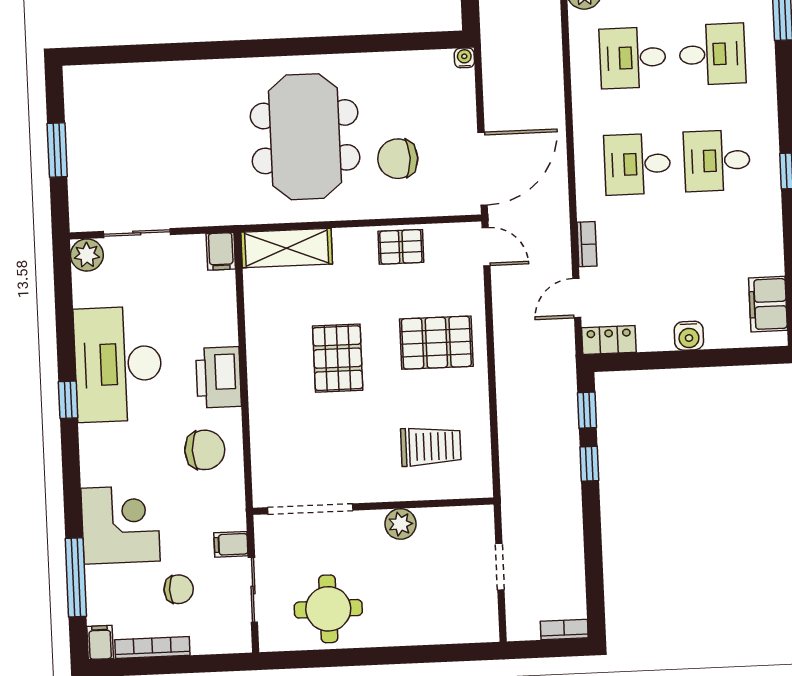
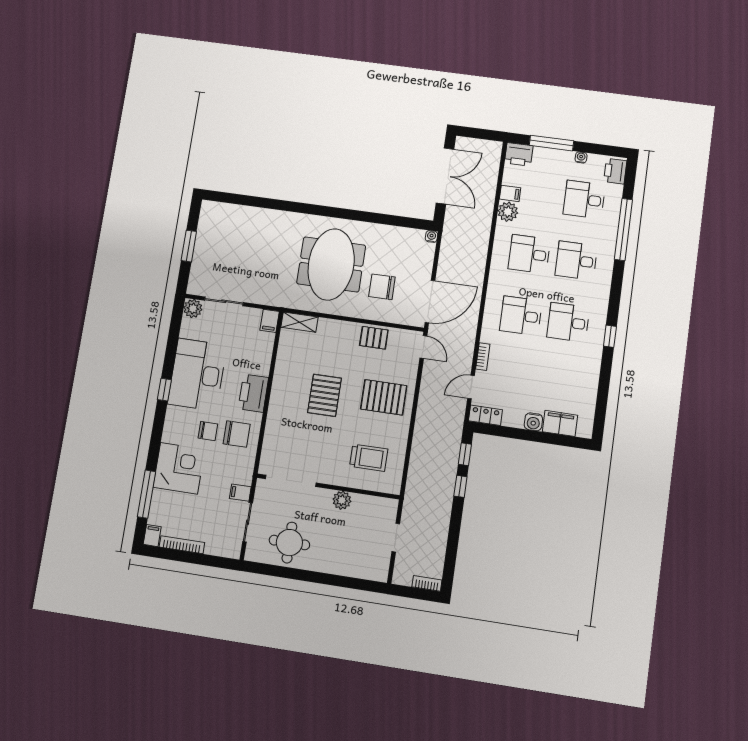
desk: (712, 54) -> (576, 261), turned 180
shelving: (287, 248) -> (299, 322), width x0.67, depth x0.75
filing cabinet: (768, 304) -> (560, 423), moved, turned 90
chair: (179, 589) -> (208, 431), moved

